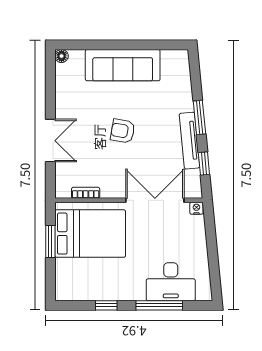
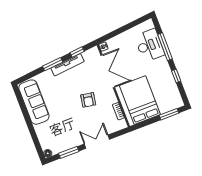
sofa: (123, 65) -> (34, 102), moved
window: (50, 90) -> (69, 152), added
armchair: (123, 131) -> (88, 100), moved
double door: (155, 200) -> (108, 71), swing flipped
window: (50, 241) -> (169, 114), moved

